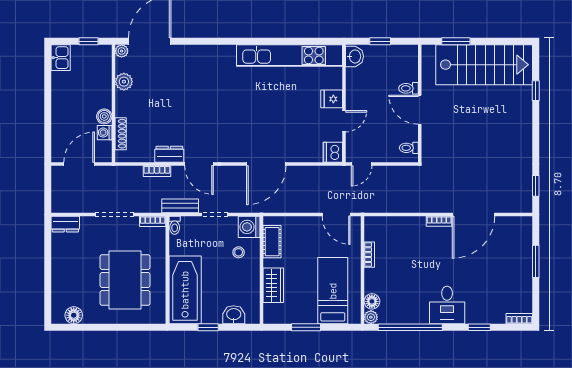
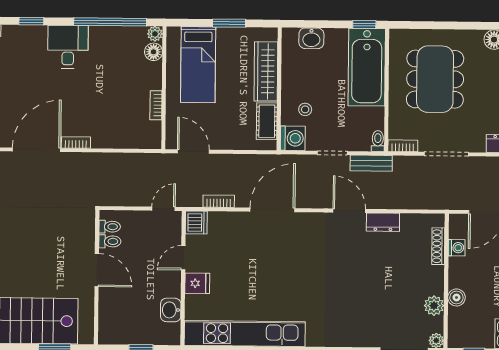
washbasin: (355, 56) -> (171, 310), moved
toilet: (408, 88) -> (110, 241), moved
boiler: (104, 116) -> (456, 297), moved
bookcase: (157, 171) -> (219, 201), moved
wardrobe: (273, 285) -> (266, 71), width x1.50
window: (208, 327) -> (364, 25), moved

